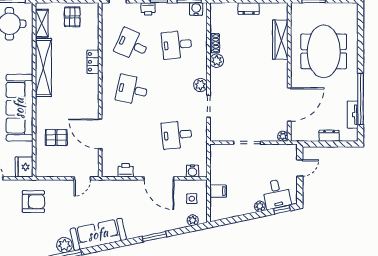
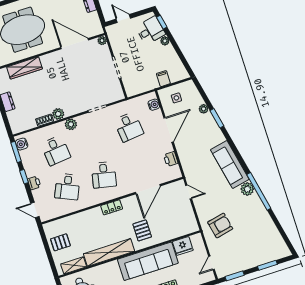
locker: (93, 62) -> (112, 207), moved
plant: (200, 85) -> (71, 124), moved
pallet: (56, 138) -> (142, 230), moved
fridge: (24, 167) -> (183, 246), moved
armchair: (33, 202) -> (220, 225), turned 78
plant: (193, 220) -> (204, 109), moved

